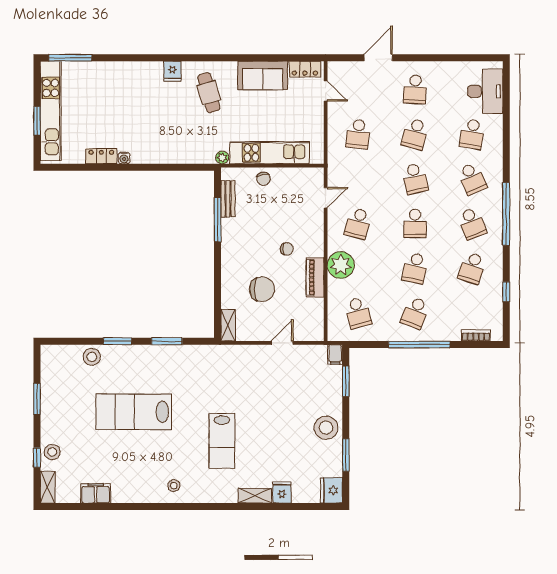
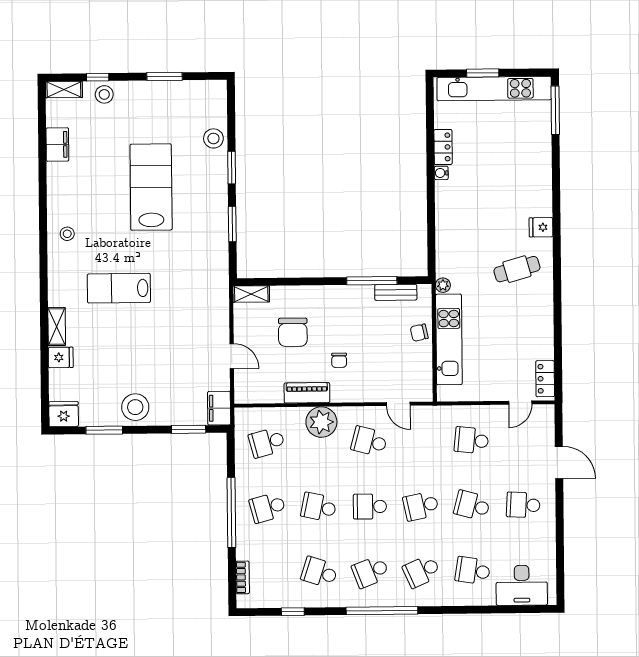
sofa: (263, 75) -> (537, 331), removed
school desk: (415, 313) -> (268, 508), turned -36
filing cabinet: (335, 354) -> (219, 408), width x2.00

